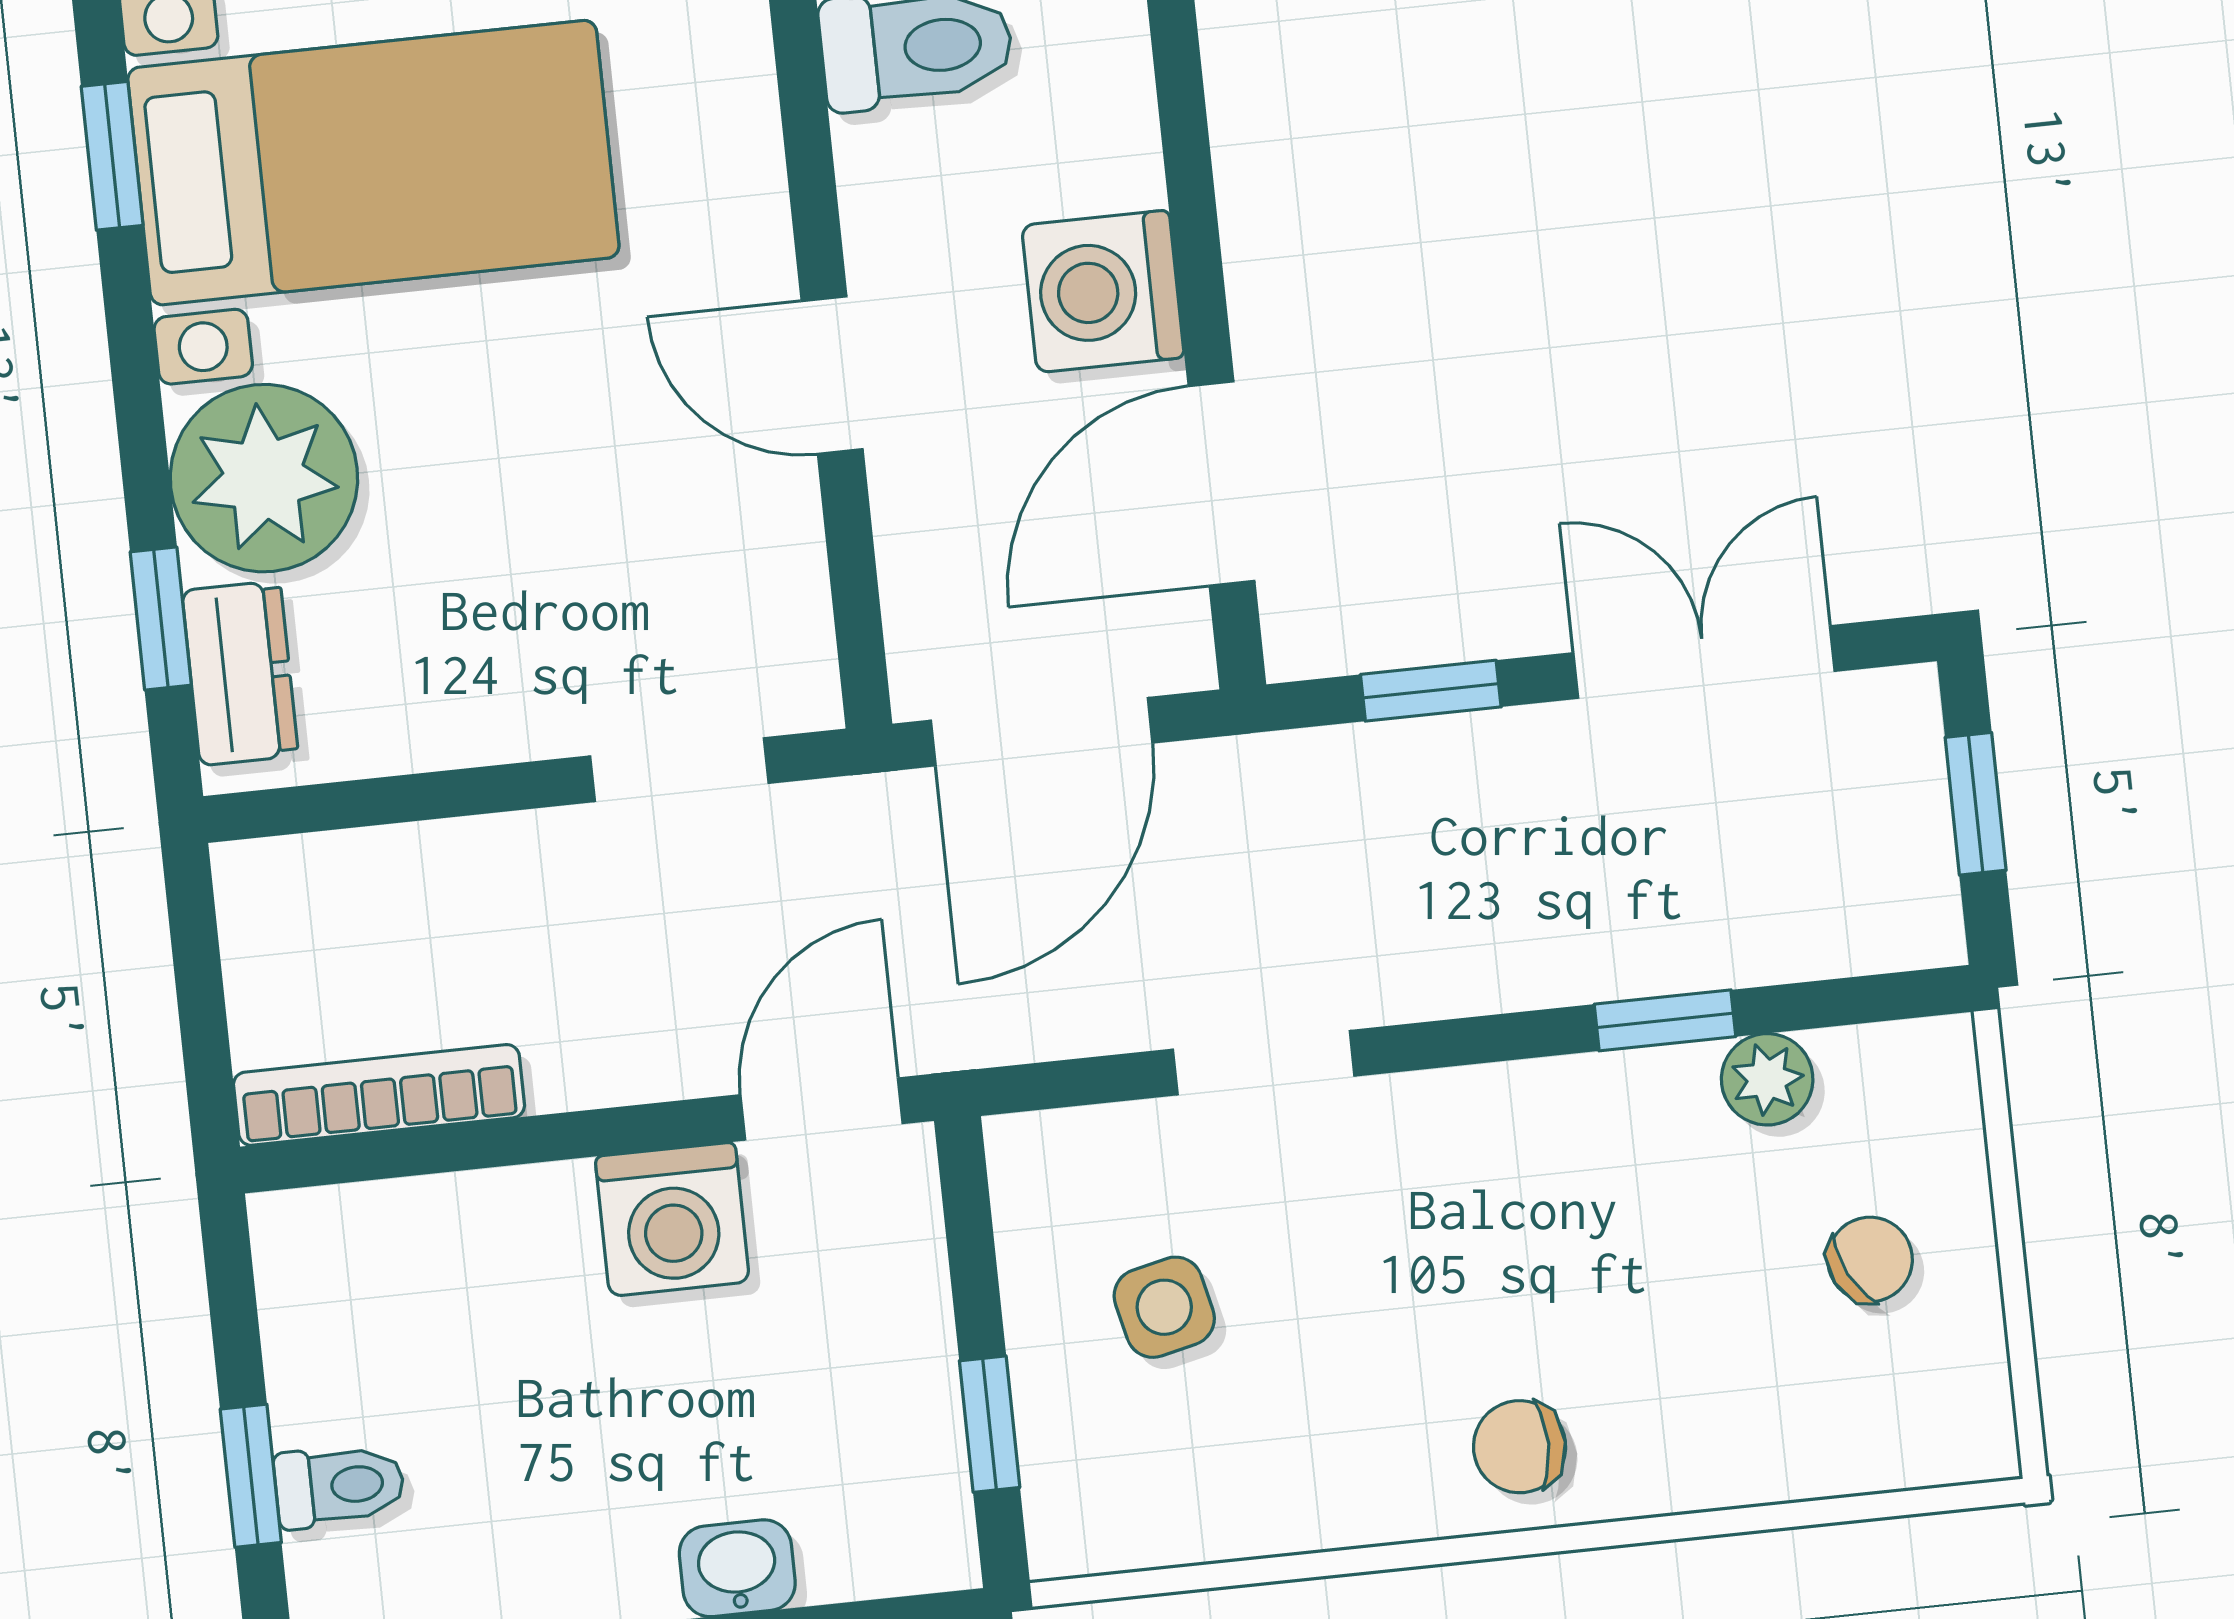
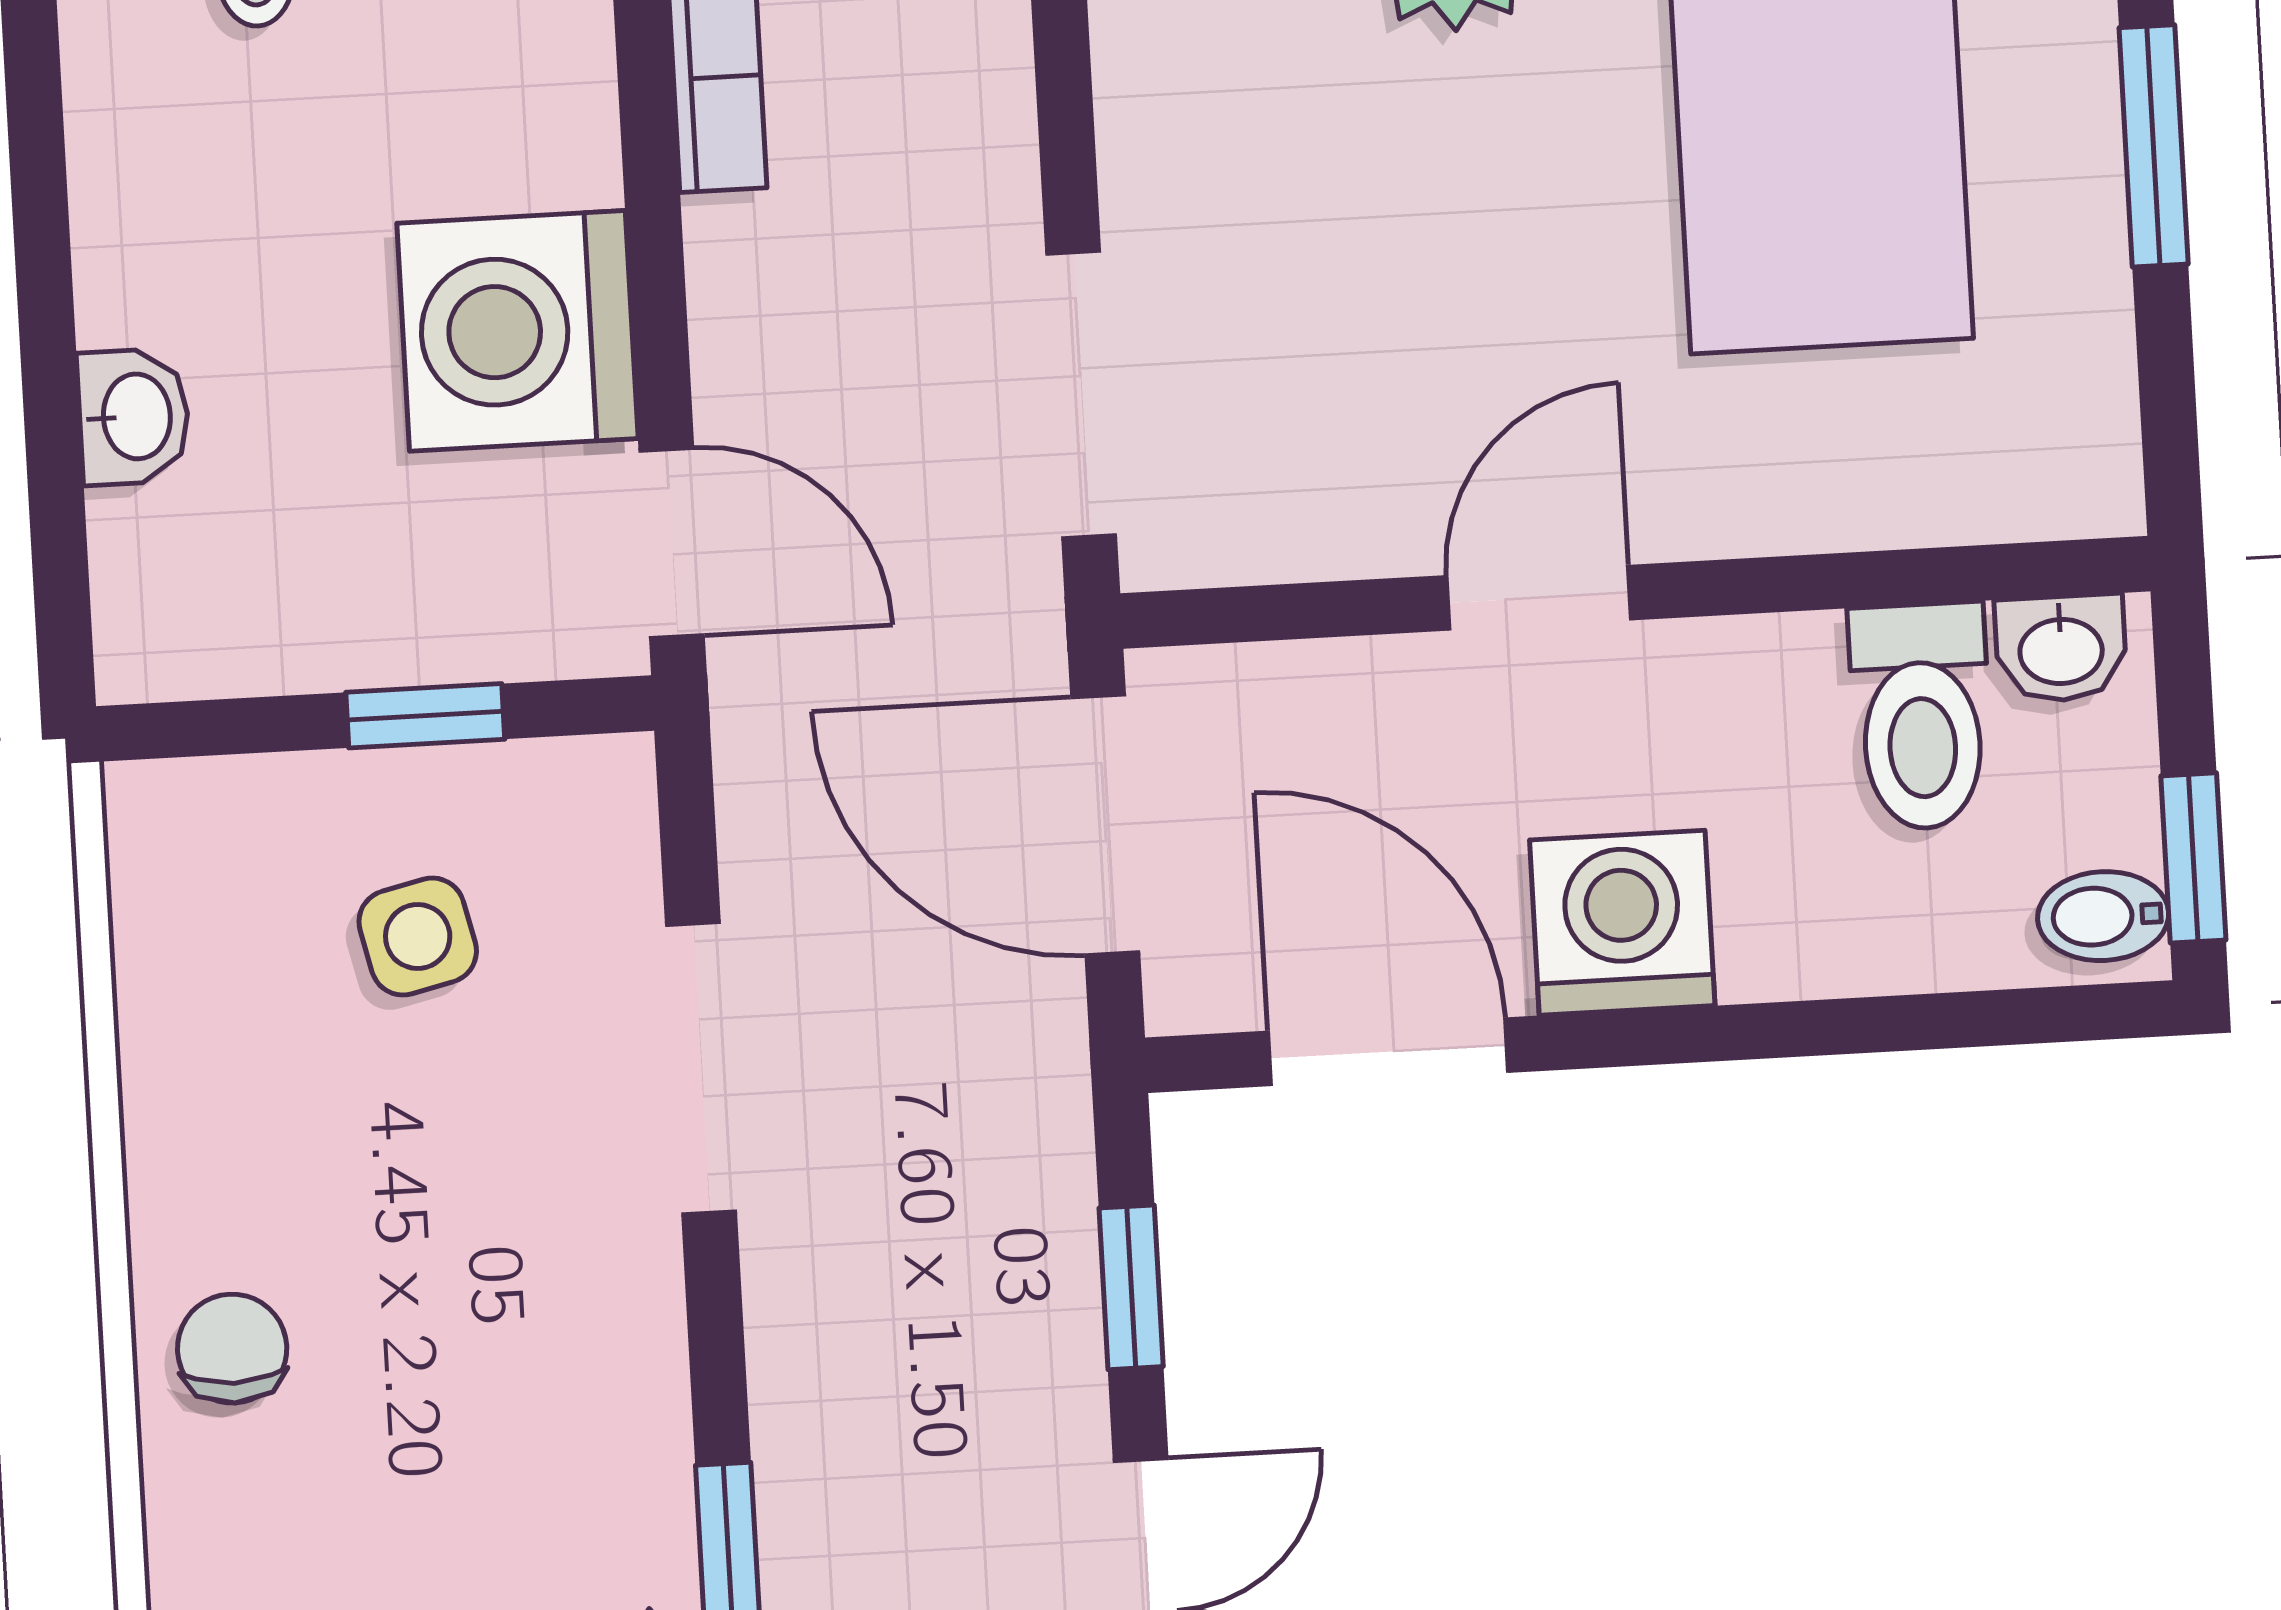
doorway: (679, 770) -> (1081, 394), width x1.38
doorway: (1264, 1063) -> (701, 1068), width x1.38
washing machine: (672, 1219) -> (517, 331), width x1.37, depth x1.37
window: (990, 1424) -> (425, 716), moved

